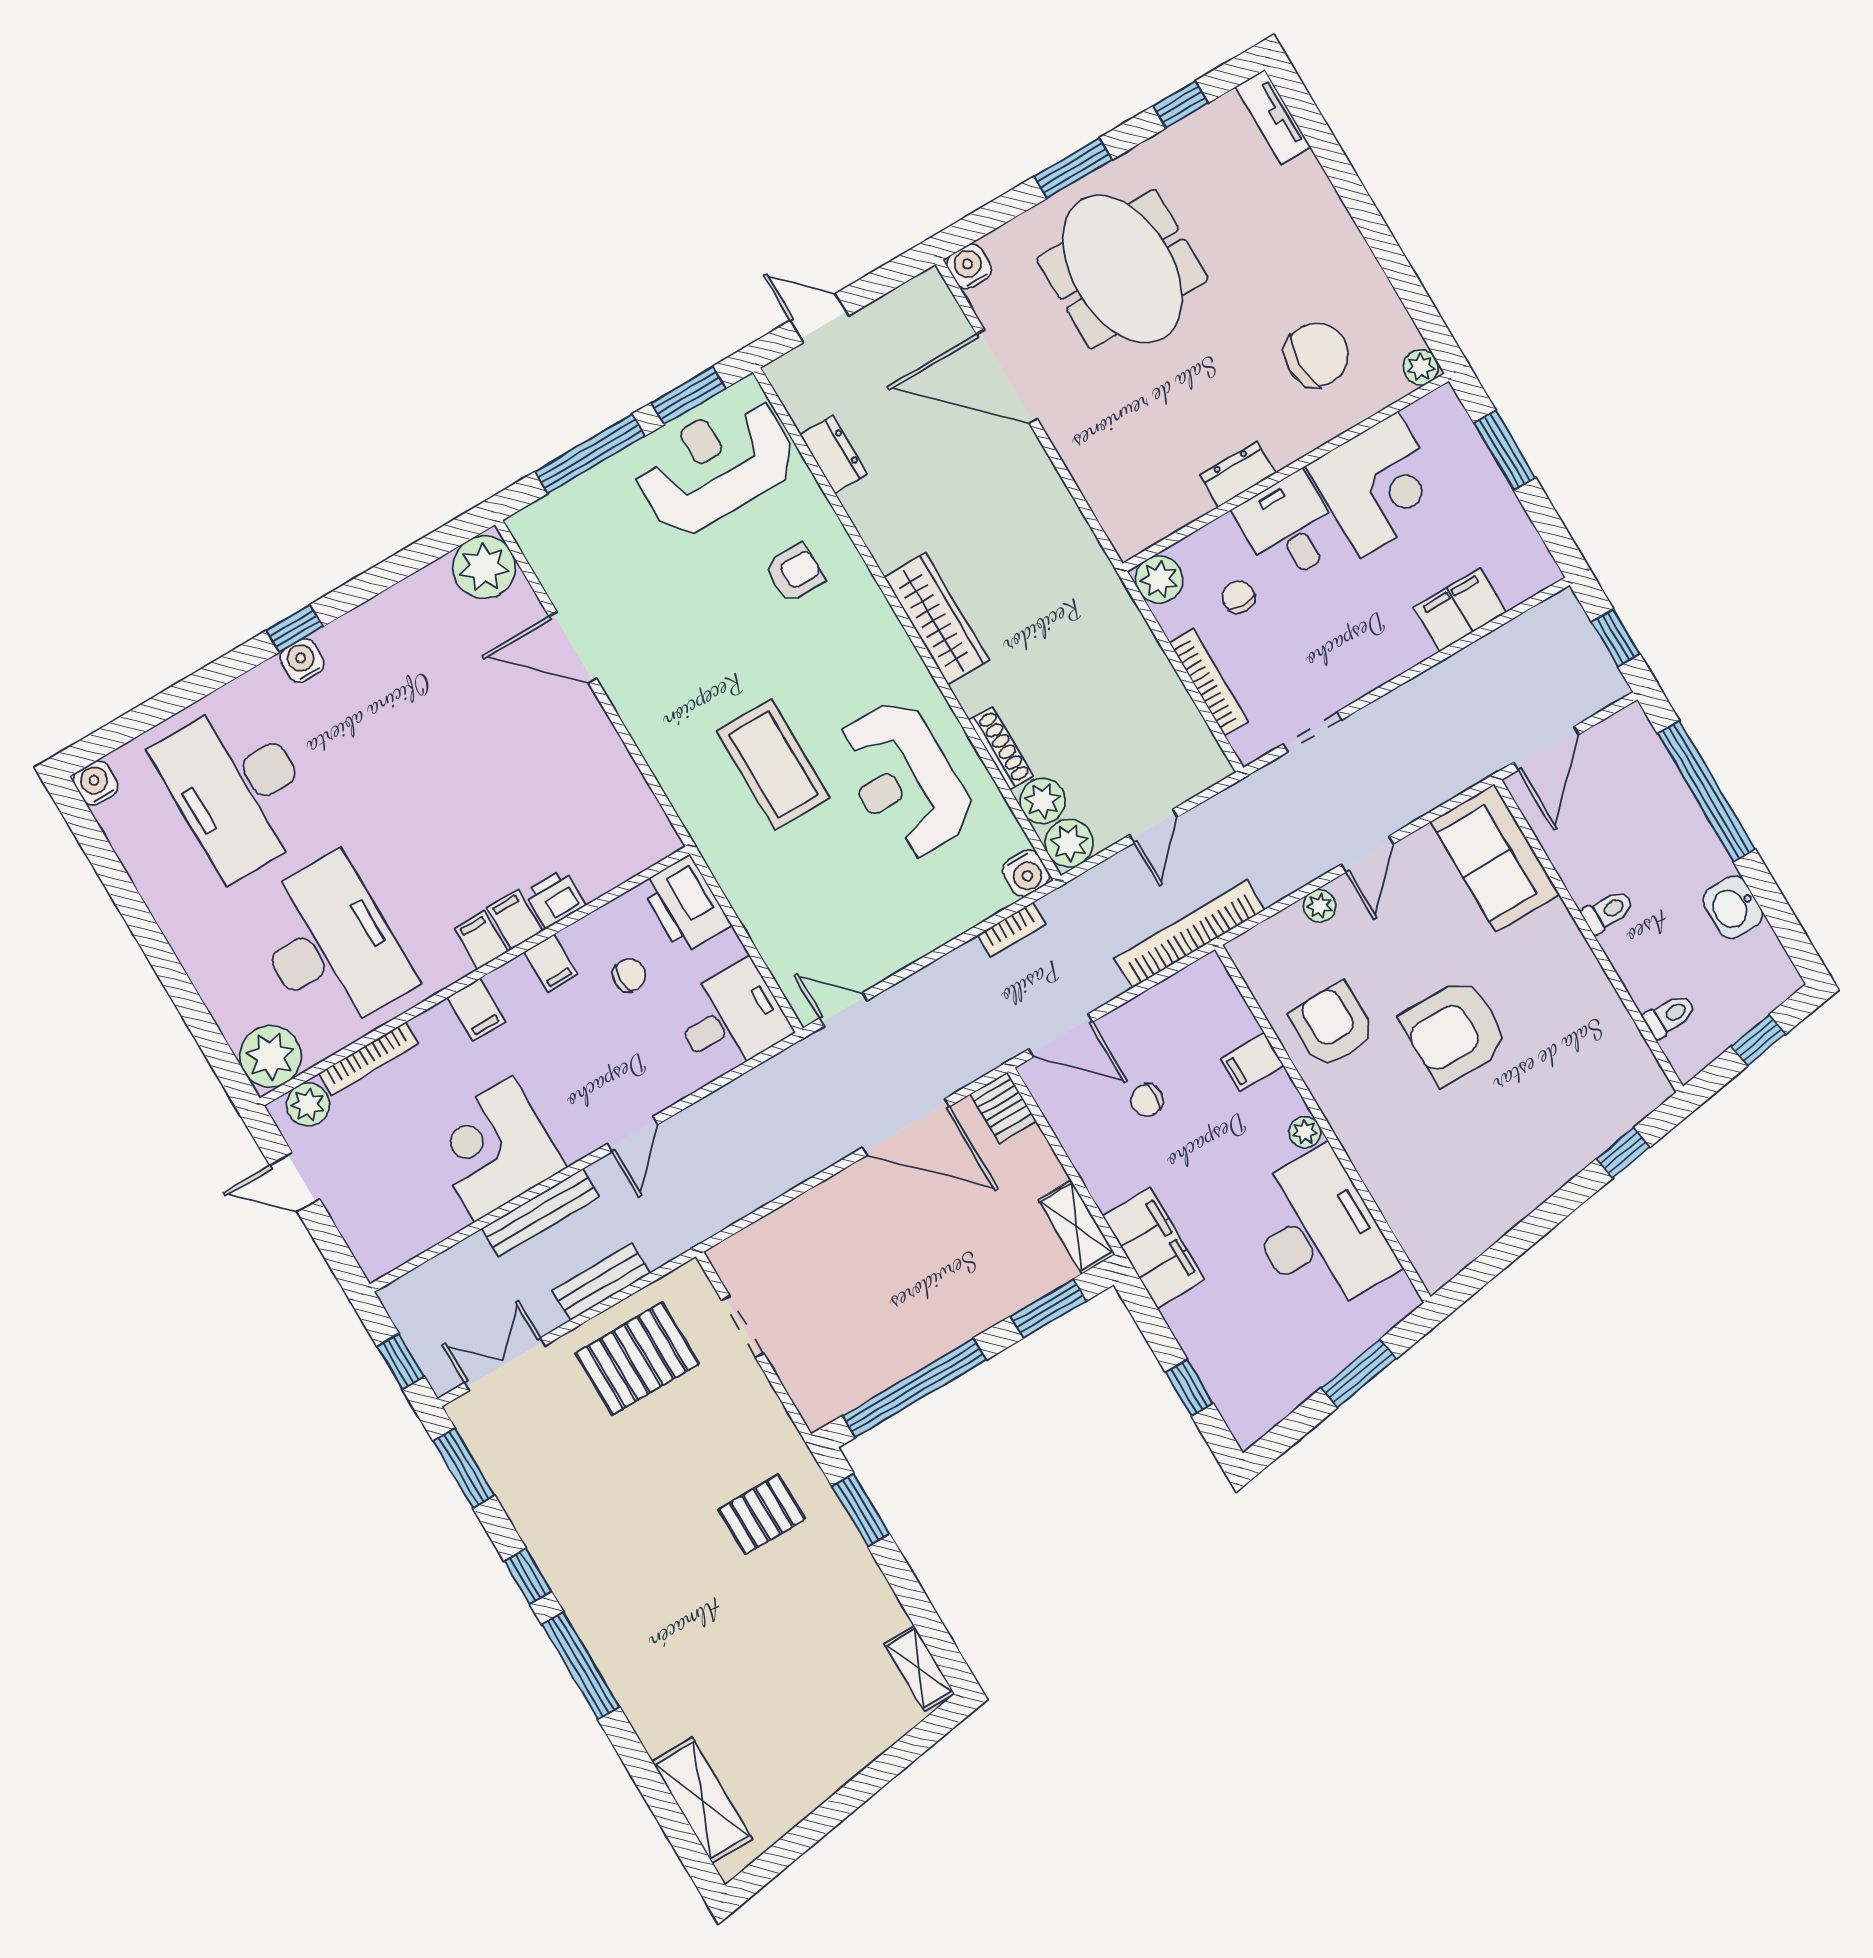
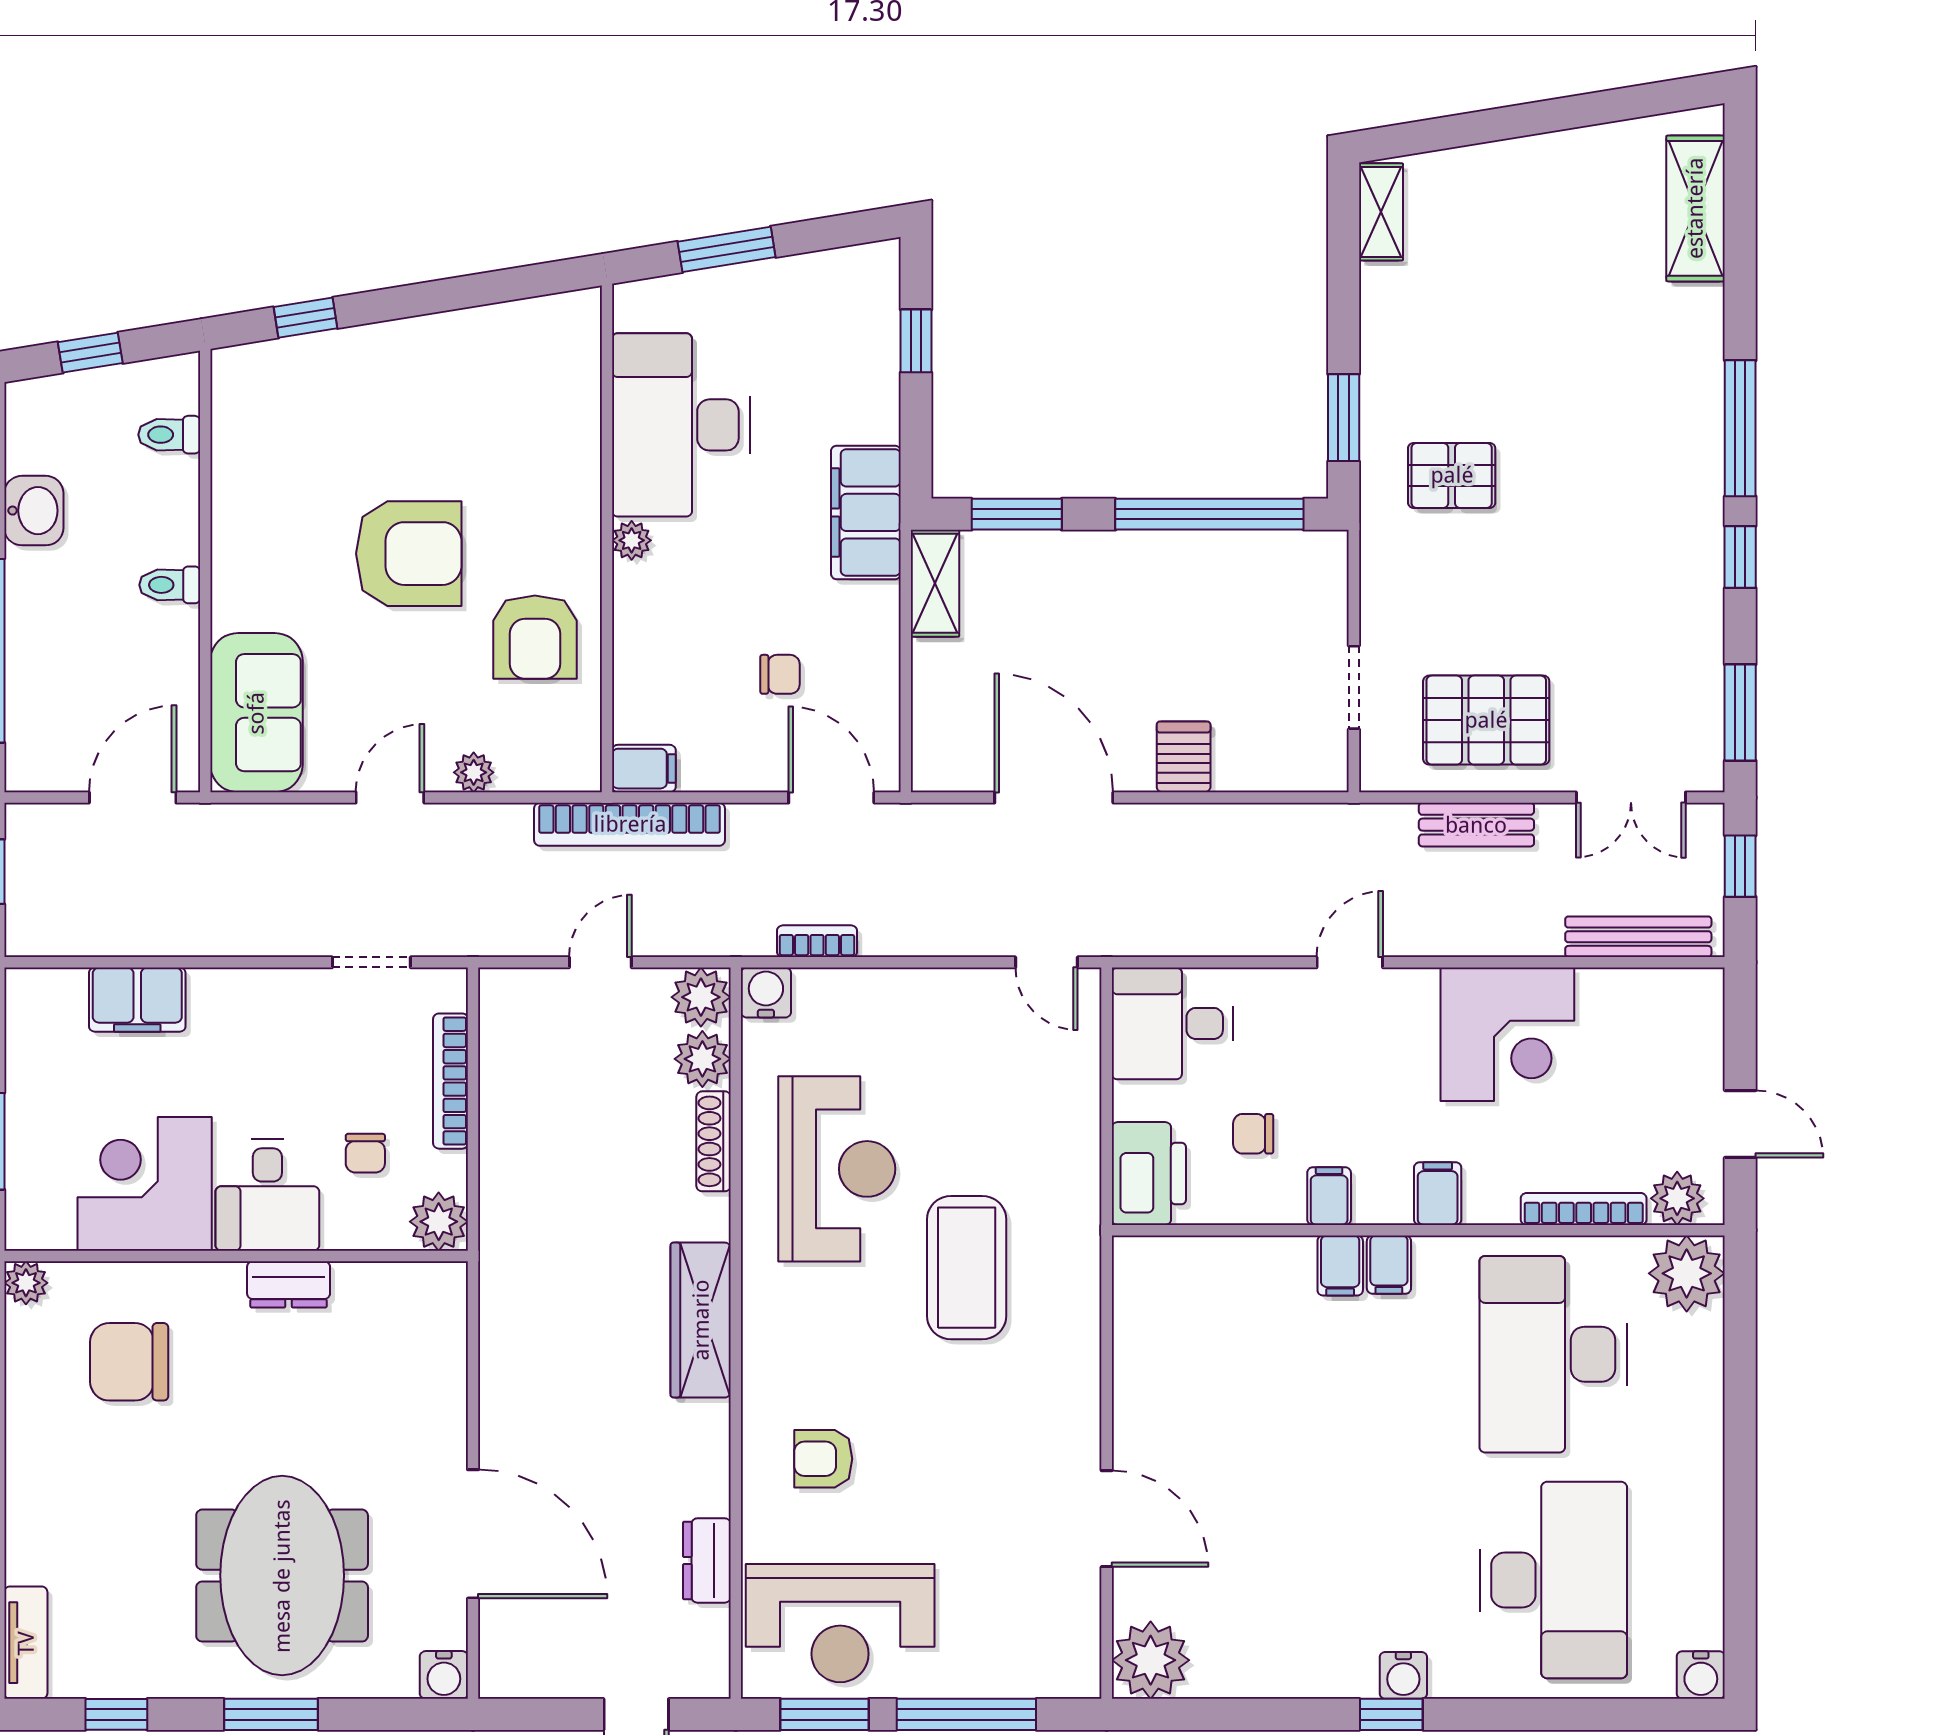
printer: (555, 899) -> (1284, 1262), removed
filing cabinet: (1252, 1062) -> (644, 769), moved
server rack: (1003, 1108) -> (1184, 757), moved
bench: (540, 1213) -> (1638, 937), moved

